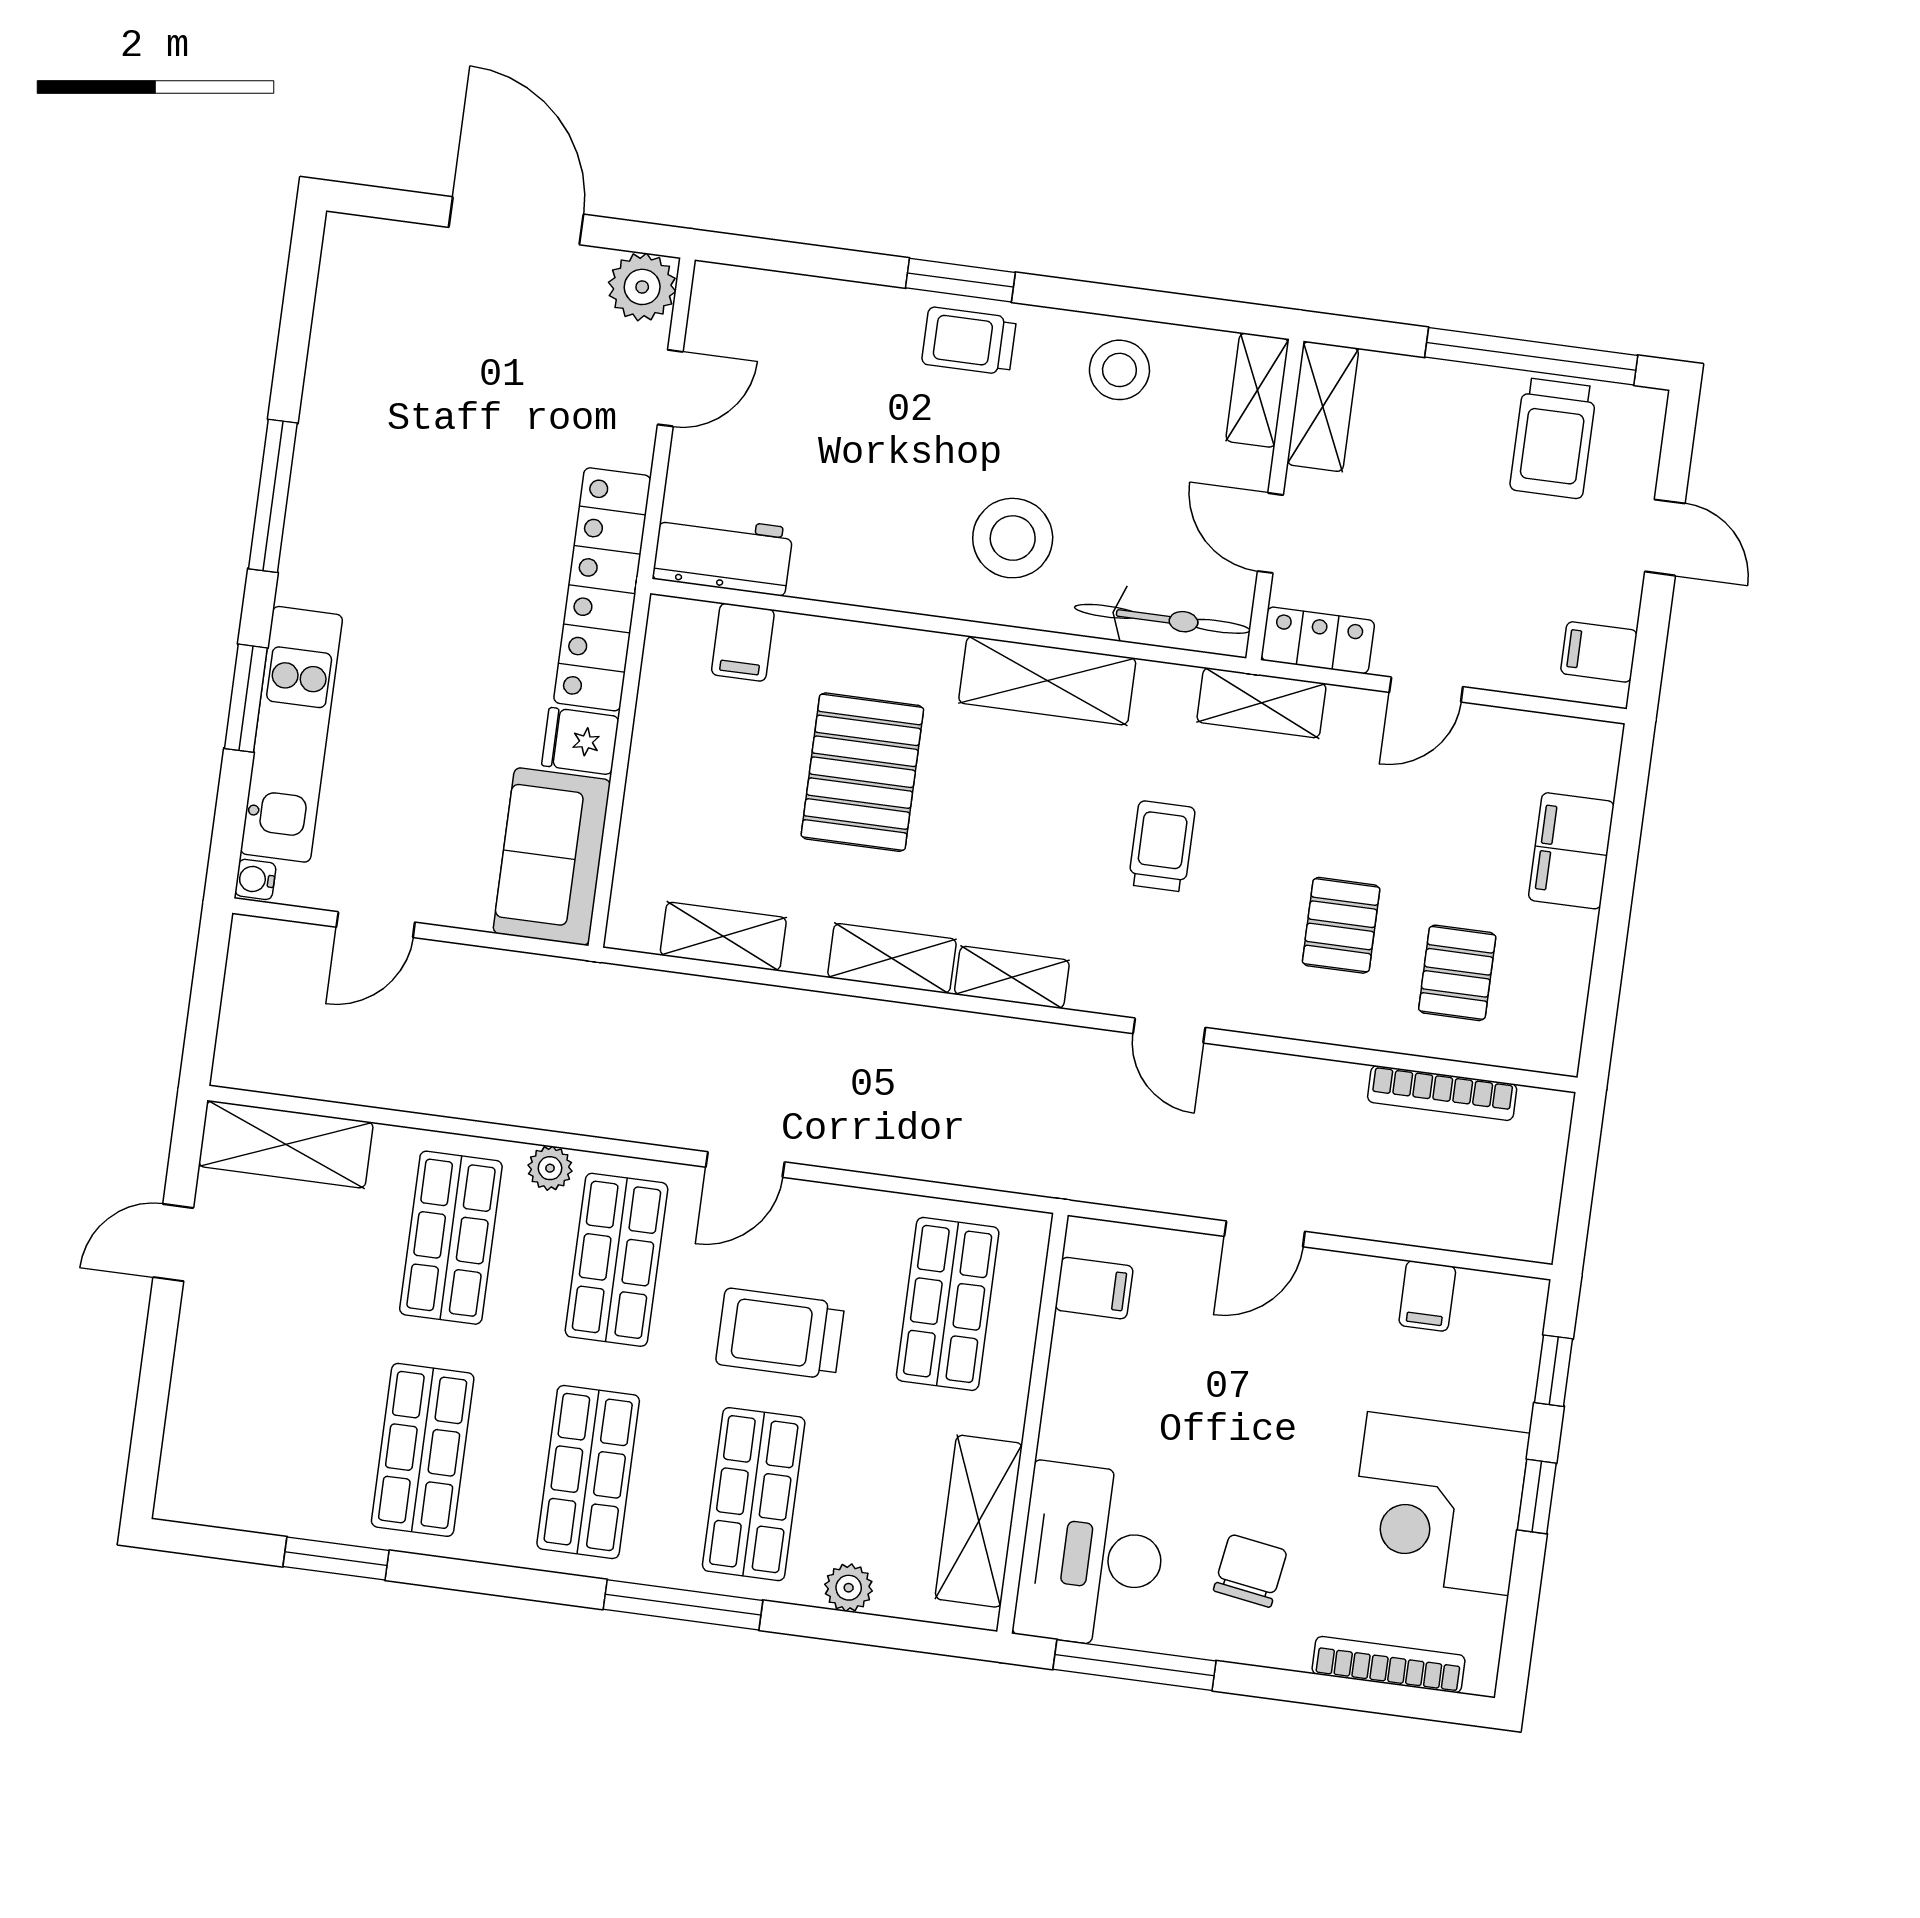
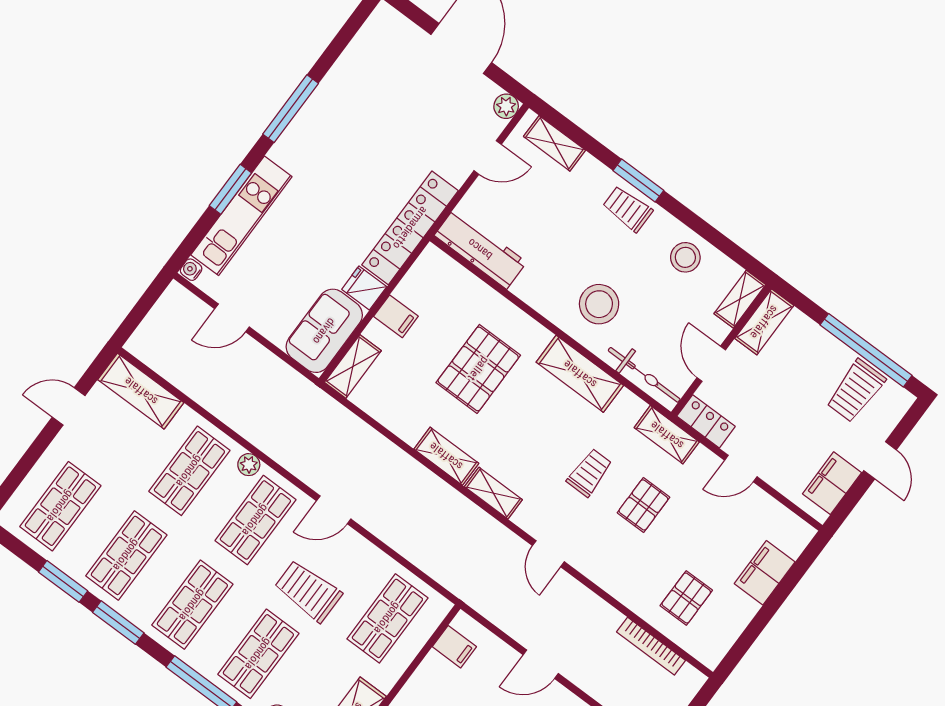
plant: (642, 287) -> (506, 106), width x0.73, depth x0.73
shelving: (775, 297) -> (554, 143), added
workbench: (723, 554) -> (480, 249), width x1.38
filing cabinet: (743, 642) -> (396, 316), moved, turned -90
filing cabinet: (1599, 652) -> (832, 483), width x2.00
pallet: (1341, 925) -> (643, 505), moved
shelving: (723, 936) -> (353, 366), moved, turned 90
shop shelf: (257, 1428) -> (60, 506), added
window: (475, 1577) -> (118, 623), added

